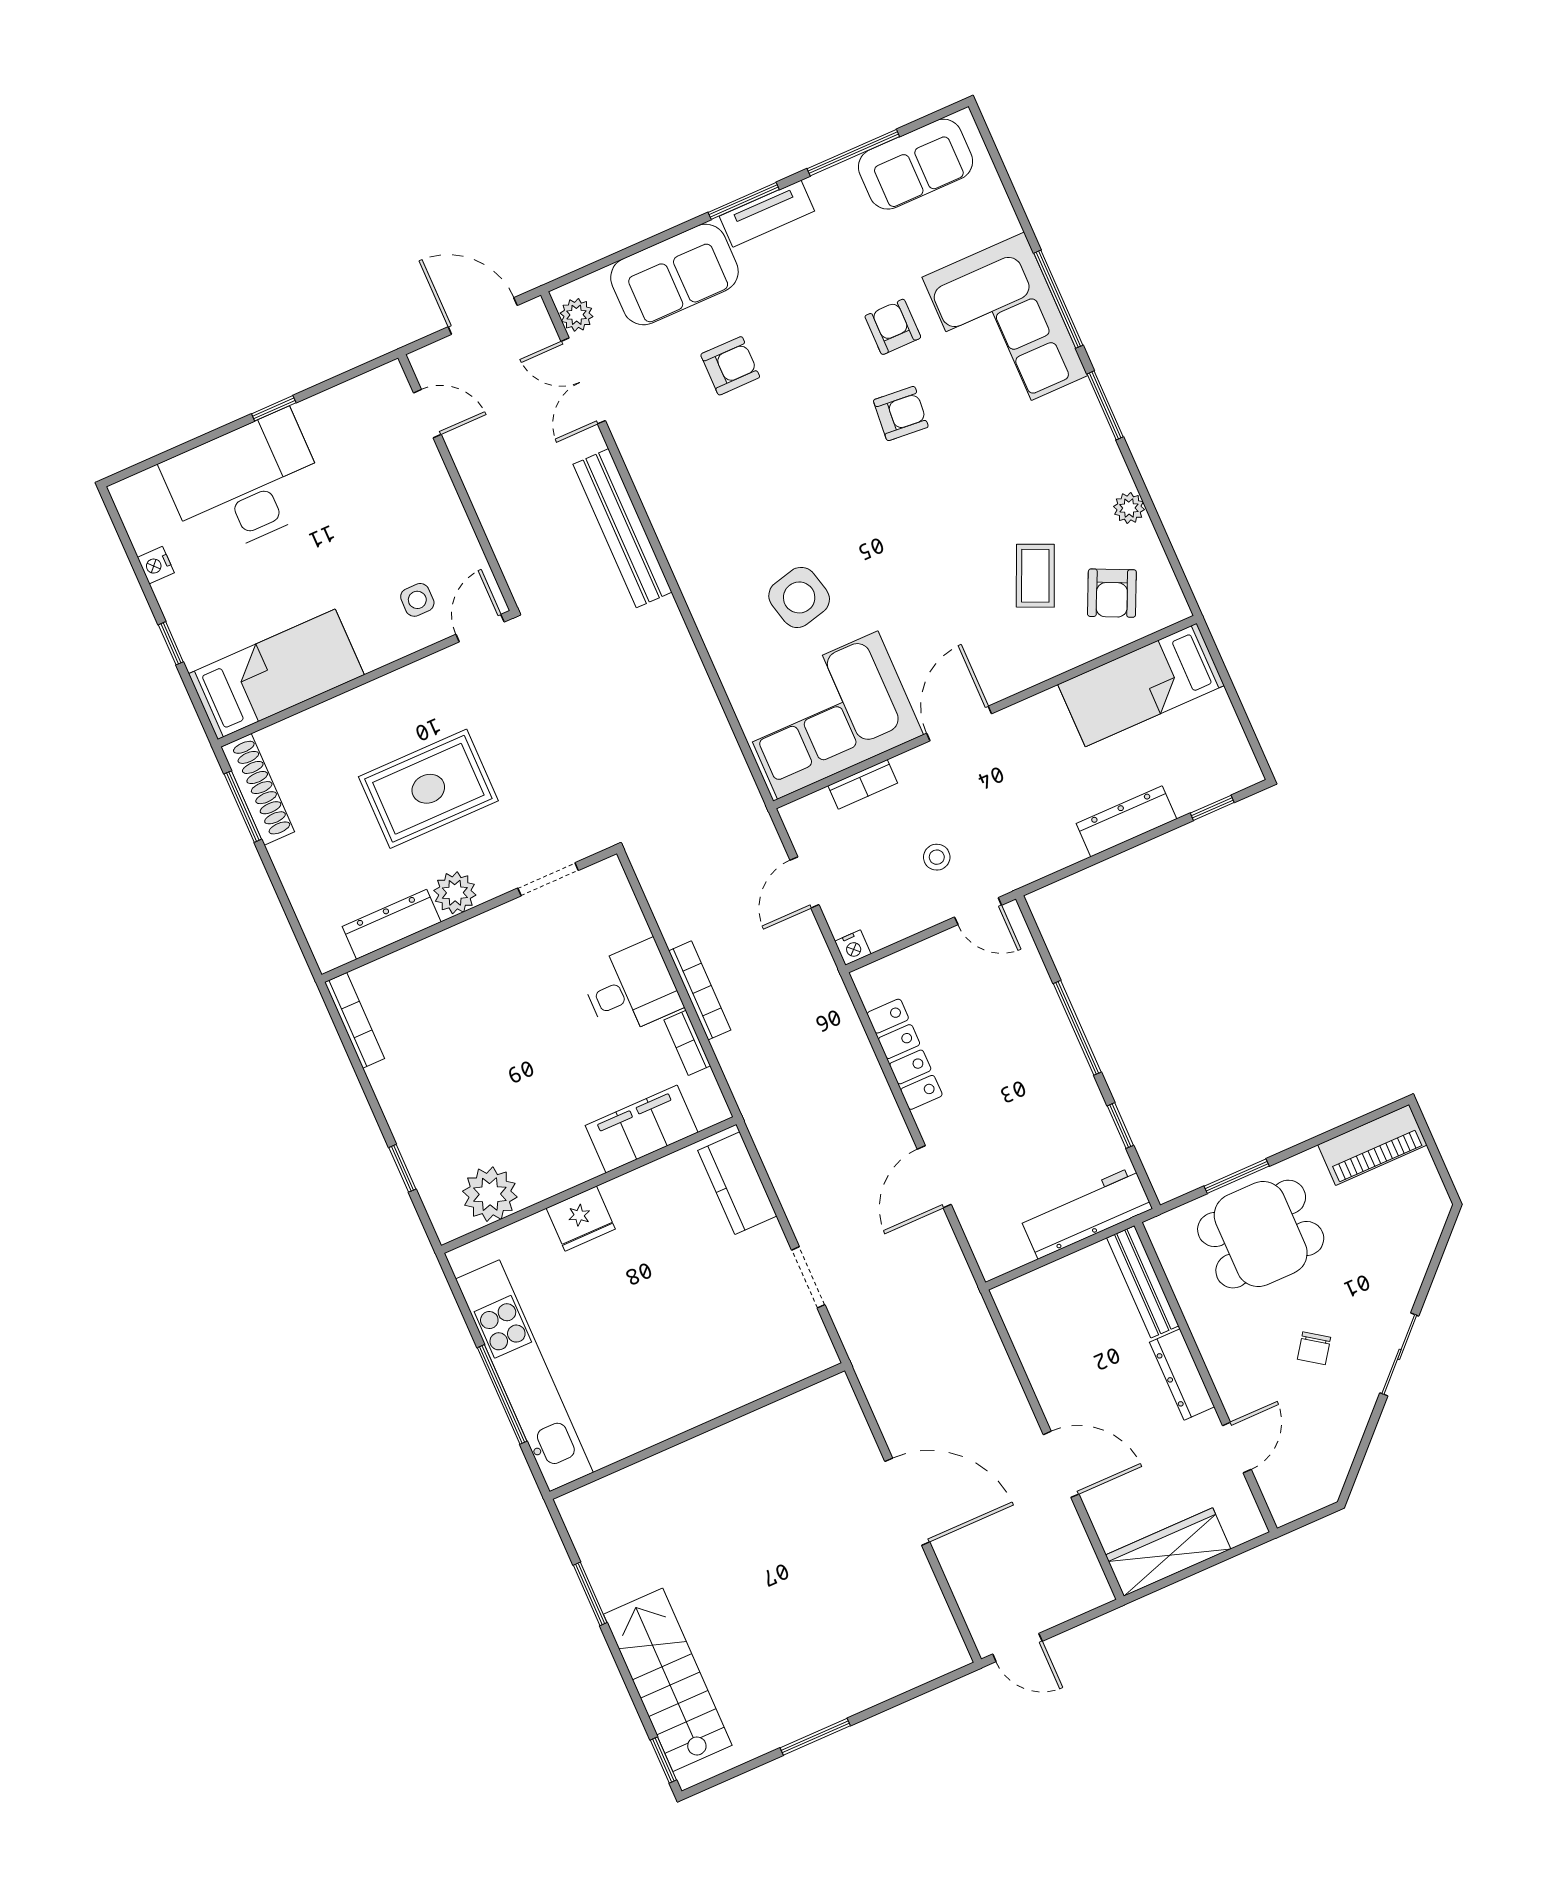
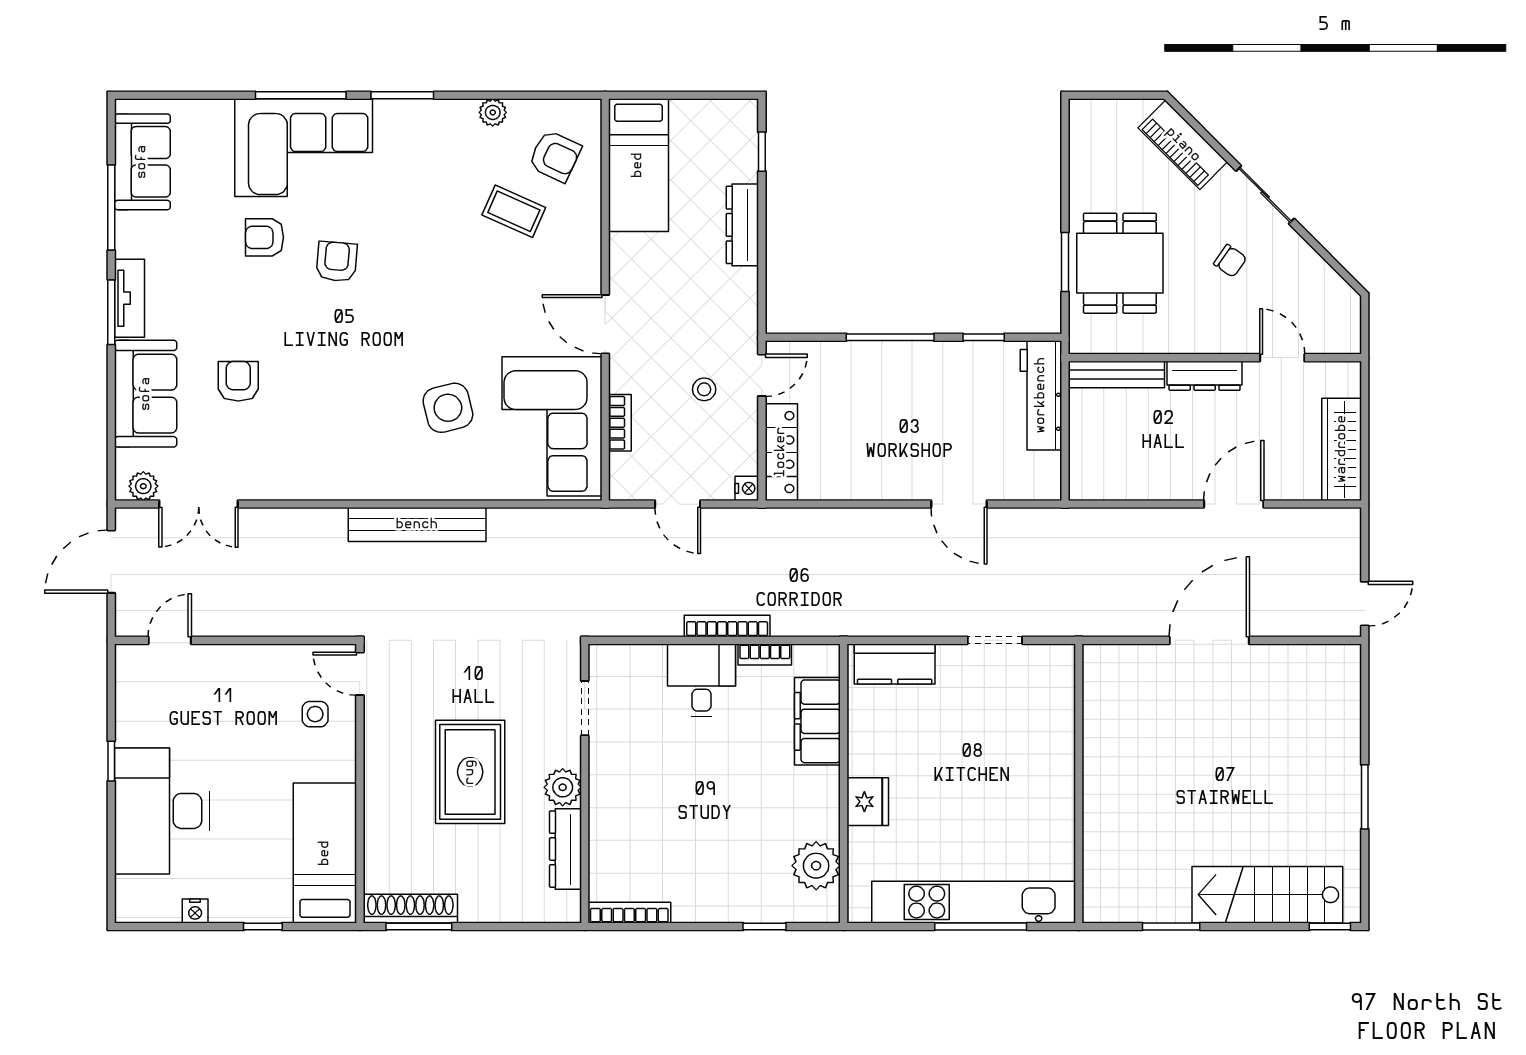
bench: (623, 528) -> (417, 525), moved
locker: (905, 1054) -> (781, 452), moved, turned 90
piano: (1372, 1145) -> (1183, 145), moved, turned 135

